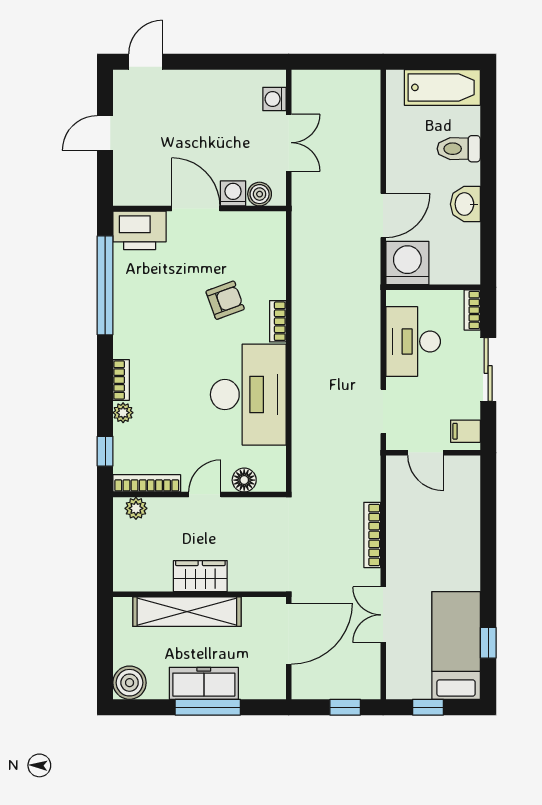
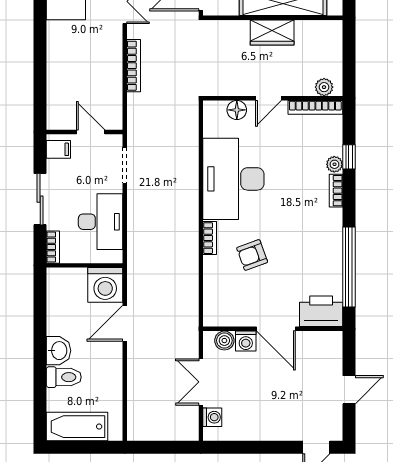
washbasin: (465, 204) -> (58, 351), moved
window: (105, 451) -> (349, 157), moved

